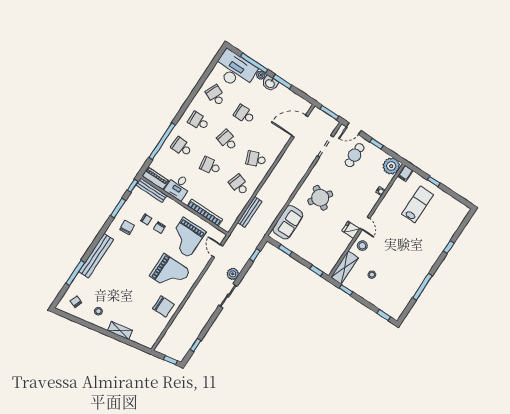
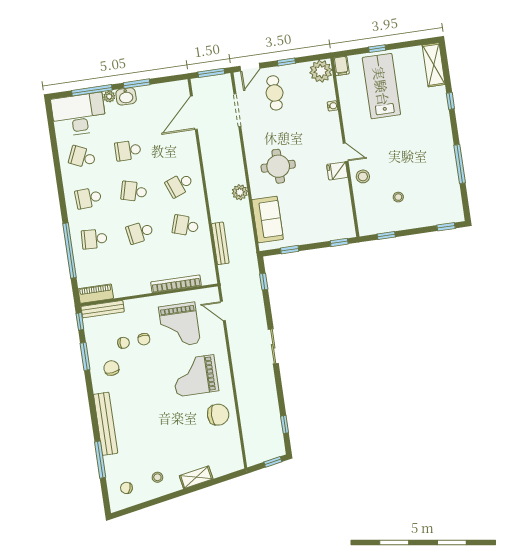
desk: (178, 187) -> (126, 282), removed
round table: (320, 198) -> (278, 166), turned -35
lab bench: (418, 204) -> (381, 86), width x1.36, depth x1.39
shelving: (345, 268) -> (434, 65), moved
grand piano: (170, 273) -> (195, 376), turned 180
plant: (233, 274) -> (240, 192), moved

